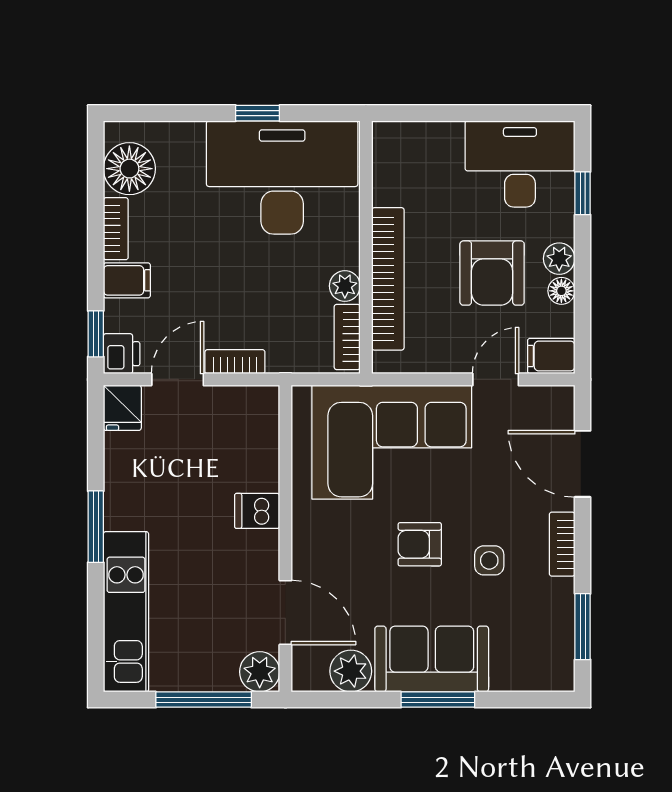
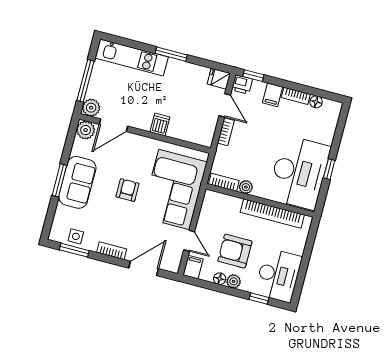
floor lamp: (129, 169) -> (316, 102), width x0.53, depth x0.53
bookcase: (388, 279) -> (272, 214), moved
side table: (489, 560) -> (76, 236), moved
plant: (351, 671) -> (86, 130), moved

